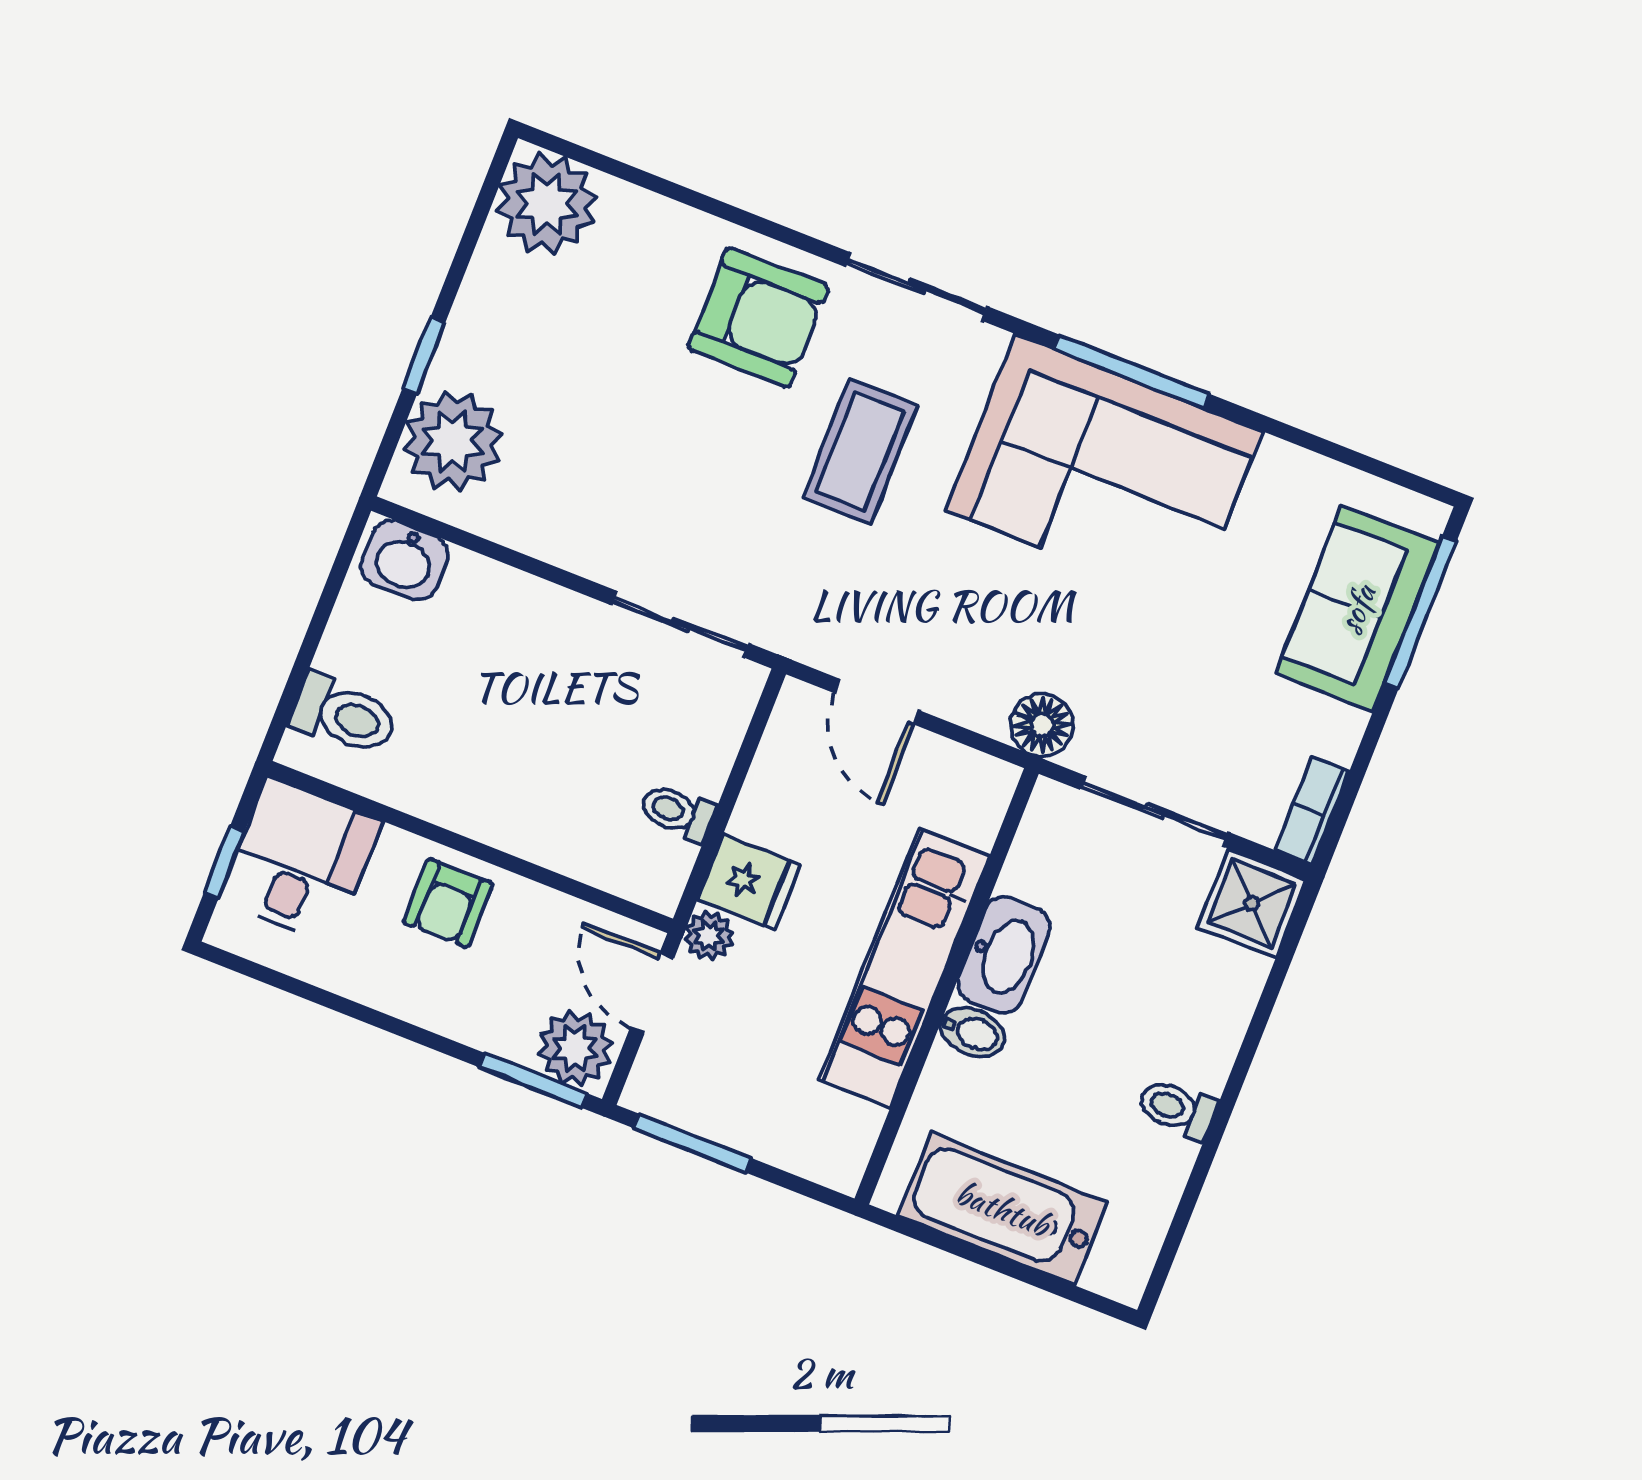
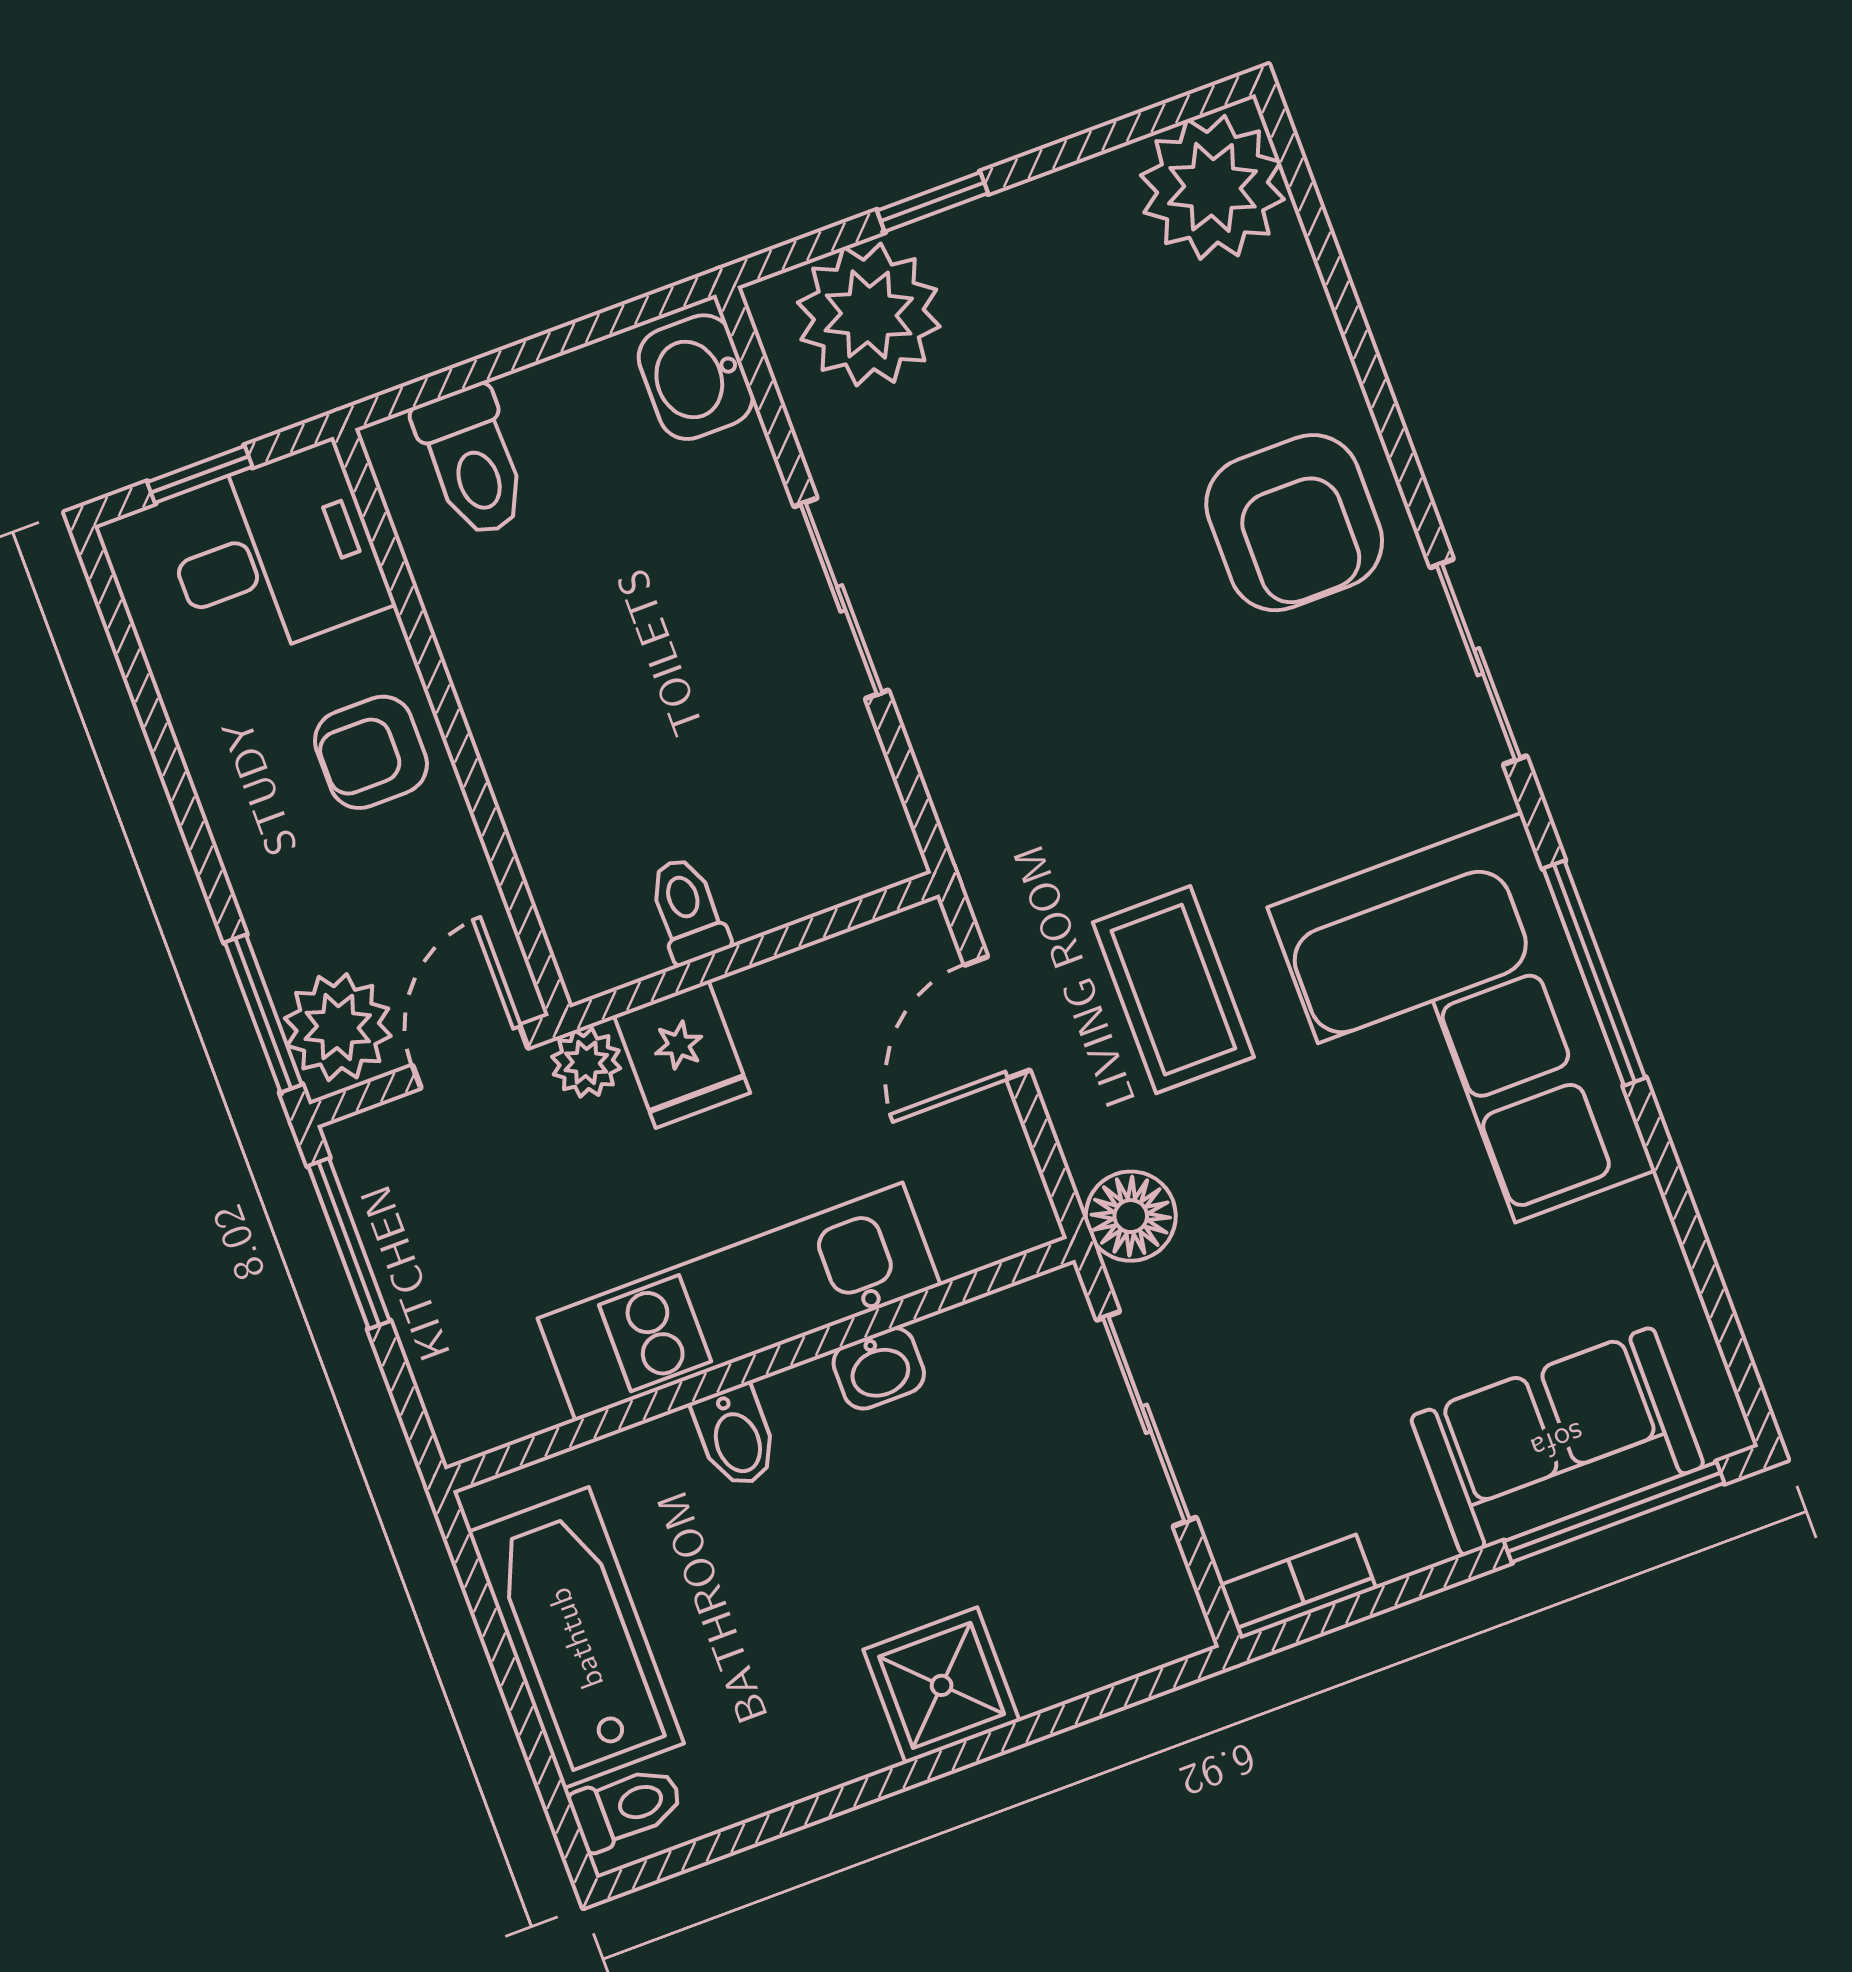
coffee table: (860, 451) -> (1173, 990), moved, turned 90
sliding door: (680, 624) -> (841, 598), moved
shower: (1252, 903) -> (942, 1685), moved
washbasin: (1004, 955) -> (879, 1368), width x0.52, depth x0.69
toilet: (1177, 1109) -> (627, 1807), moved, turned 90

